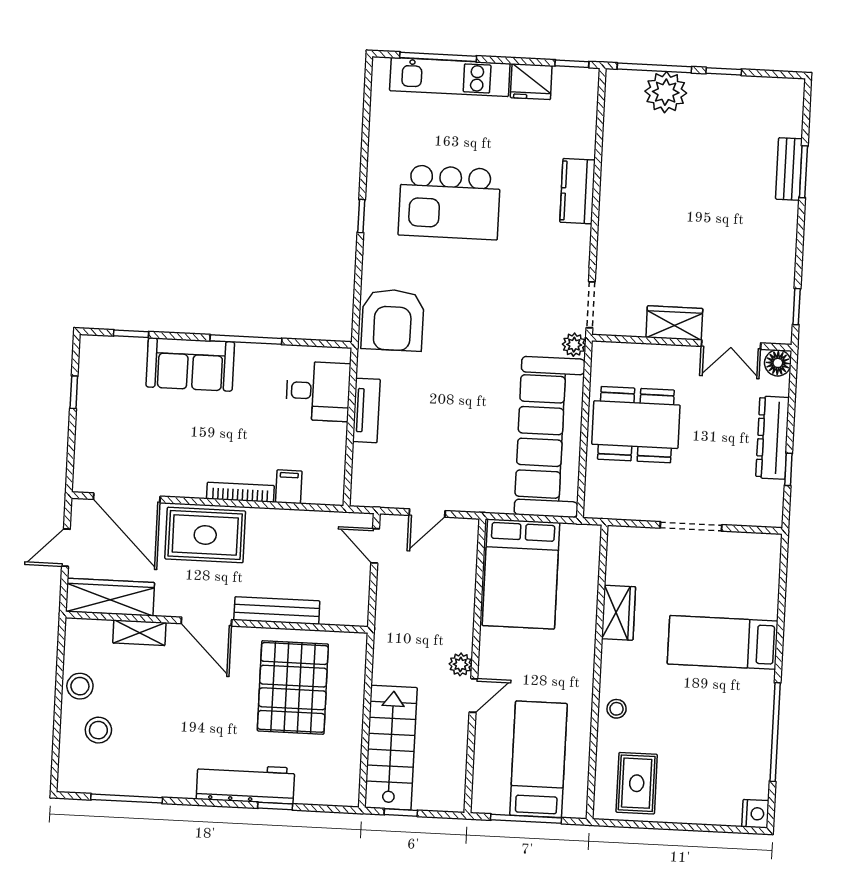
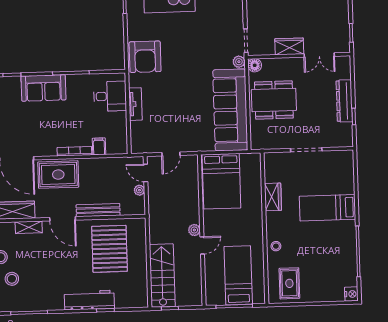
floor lamp: (778, 363) -> (255, 65), moved
plant: (360, 578) -> (139, 190), added

